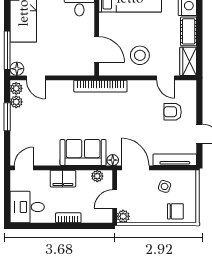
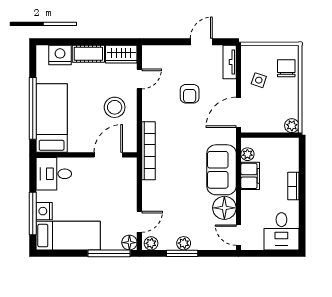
plant: (16, 102) -> (184, 243), moved
armchair: (173, 112) -> (190, 94), moved
floor lamp: (113, 160) -> (224, 208), moved, width x1.89, depth x1.89
tv unit: (175, 160) -> (230, 62), width x0.71
filing cabinet: (63, 179) -> (250, 176), moved
door: (115, 199) -> (273, 135), removed

